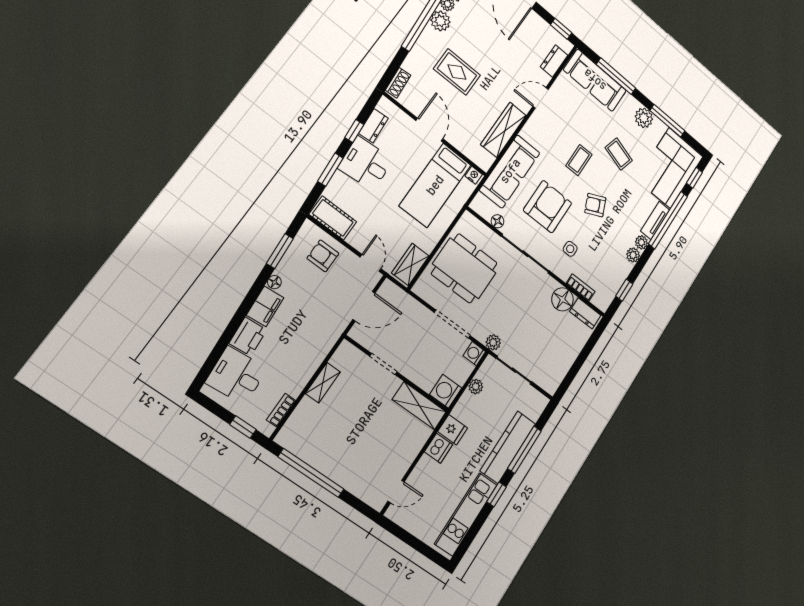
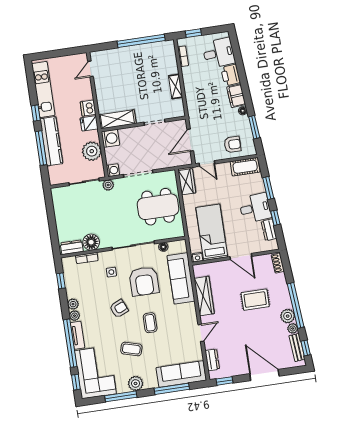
plant: (476, 387) -> (92, 151), width x1.88, depth x1.88

